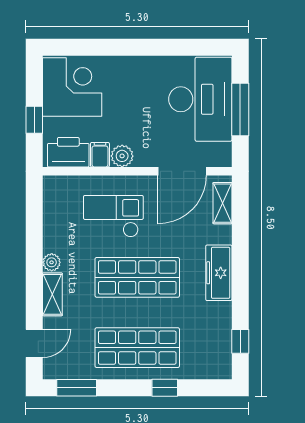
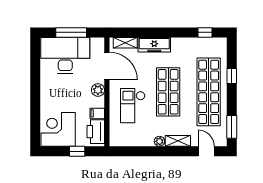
plant: (122, 156) -> (98, 90), moved
freezer: (219, 273) -> (154, 45), moved
shop shelf: (137, 348) -> (209, 92), width x1.40

